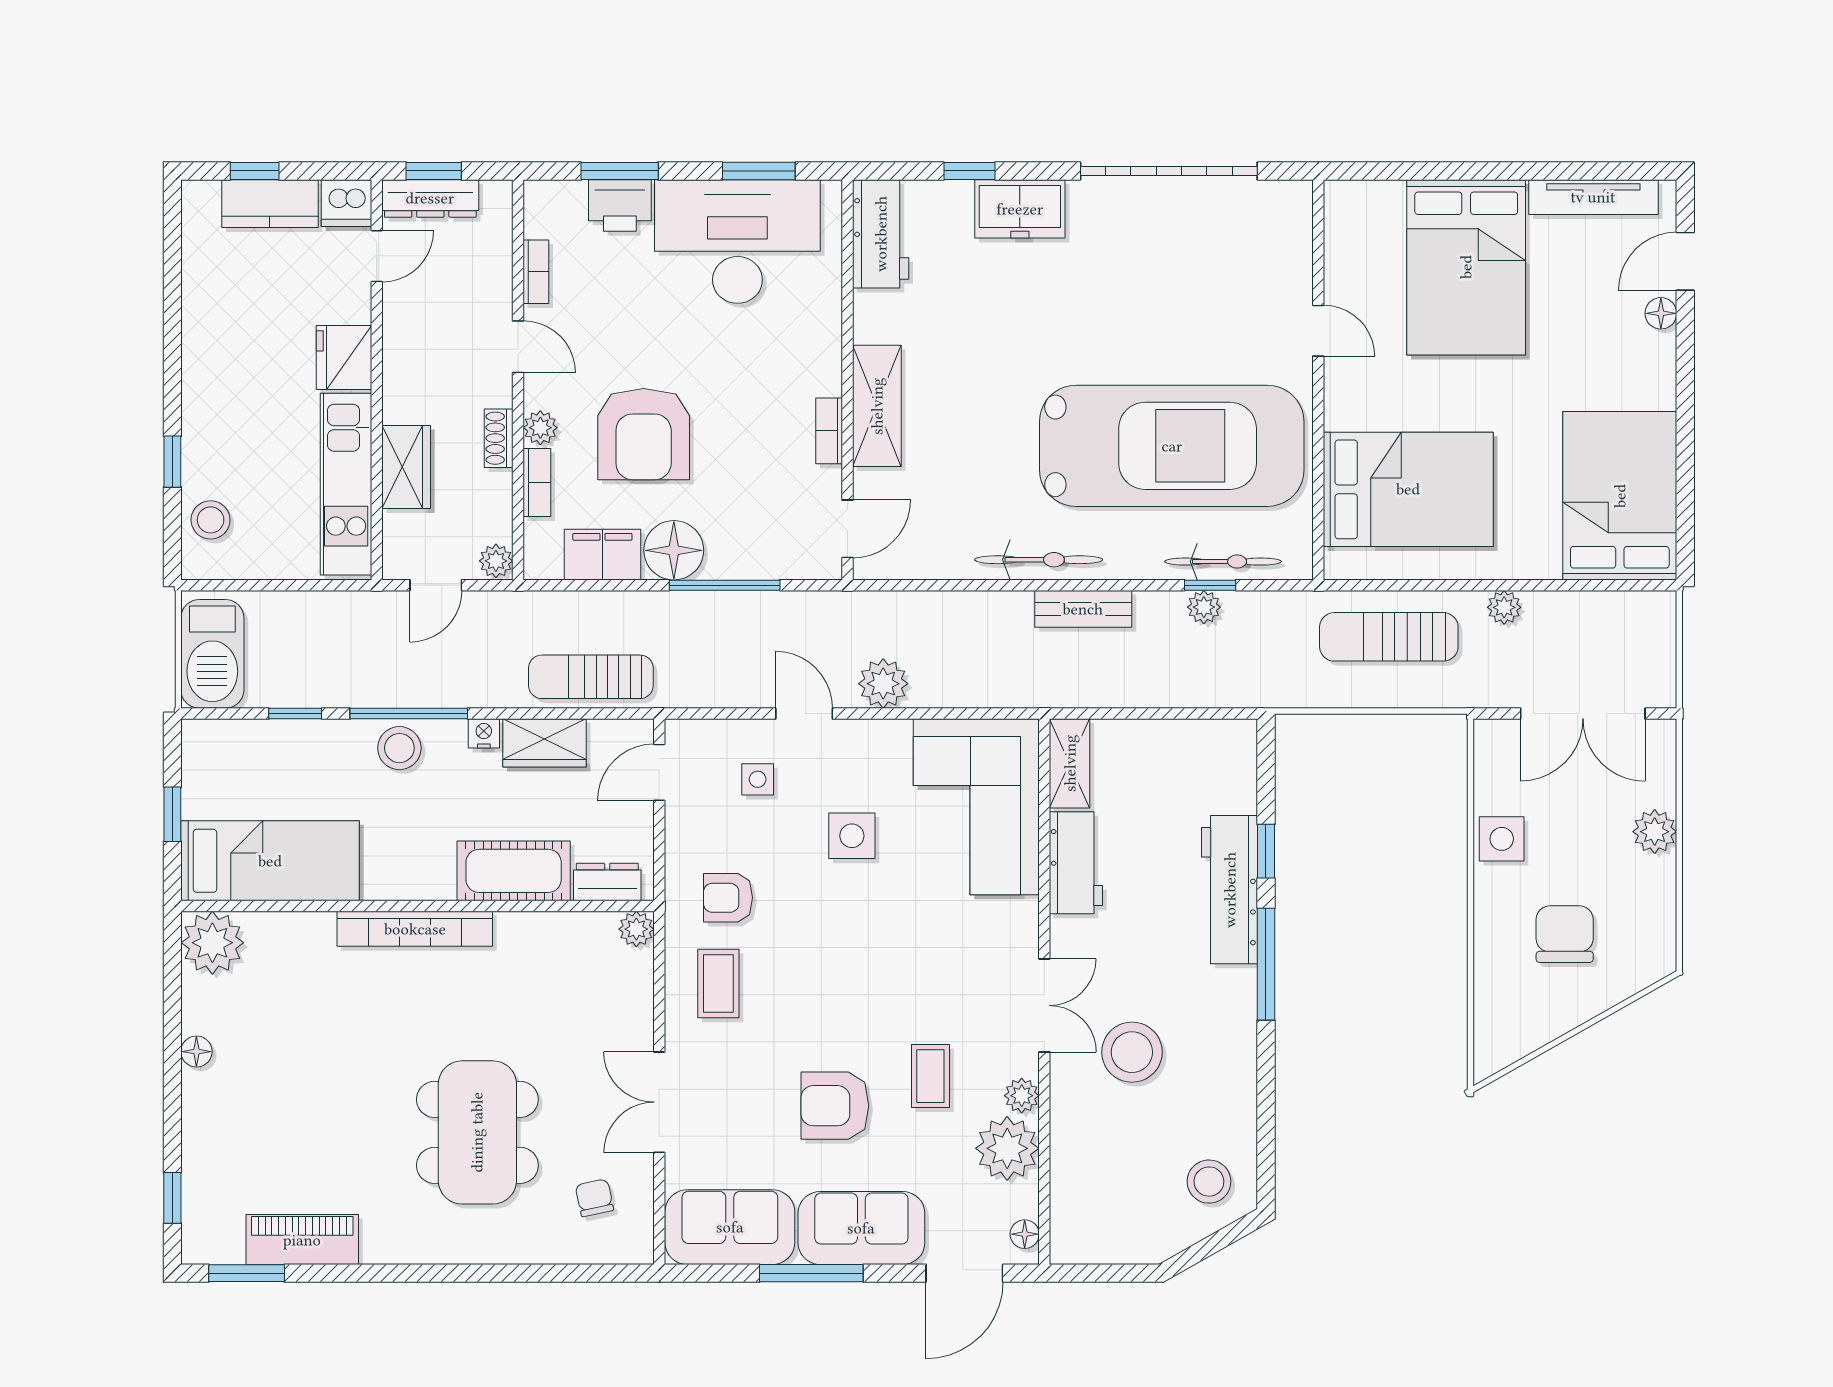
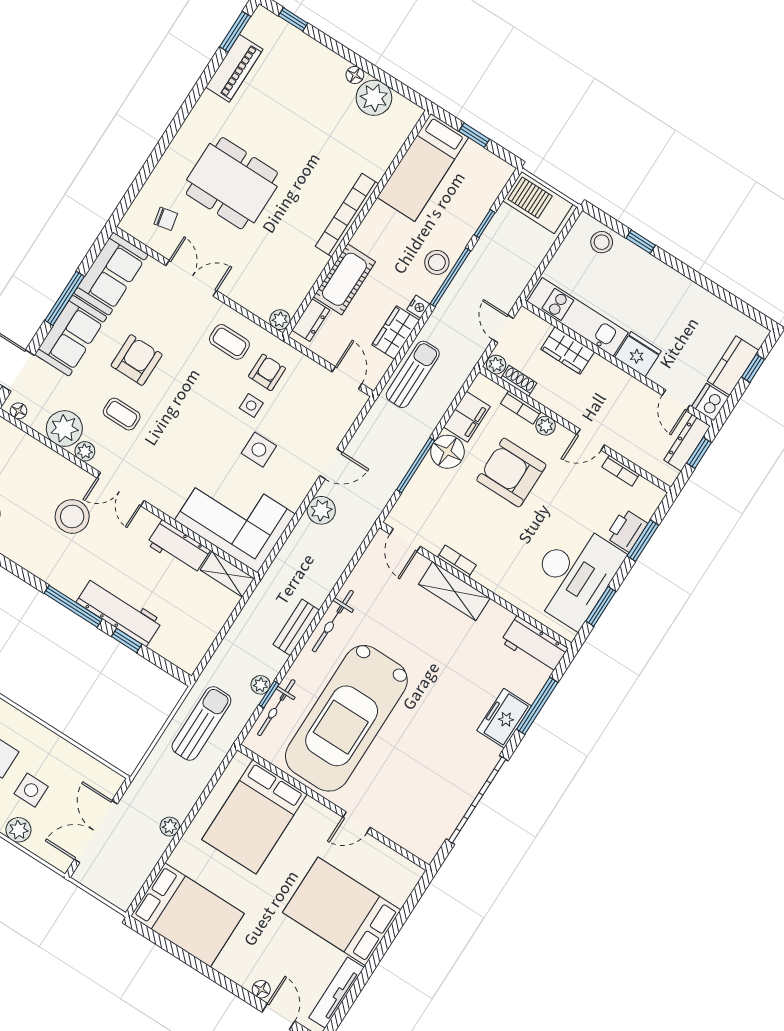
window: (969, 171) -> (537, 706), width x2.17
shoe rack: (499, 438) -> (519, 381), moved
sun lounger: (1389, 637) -> (201, 723), moved
side table: (758, 779) -> (251, 406), moved
side table: (1502, 839) -> (31, 790), moved
plant: (212, 943) -> (374, 98), moved

